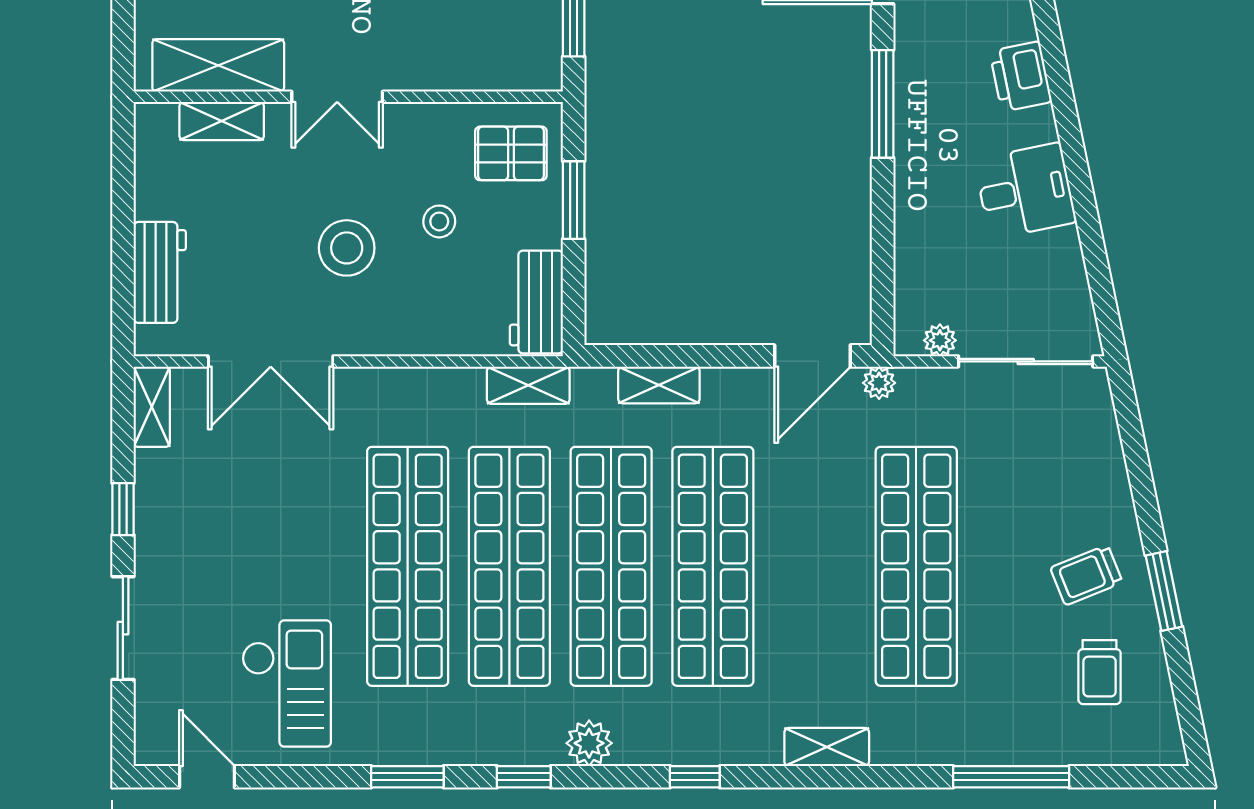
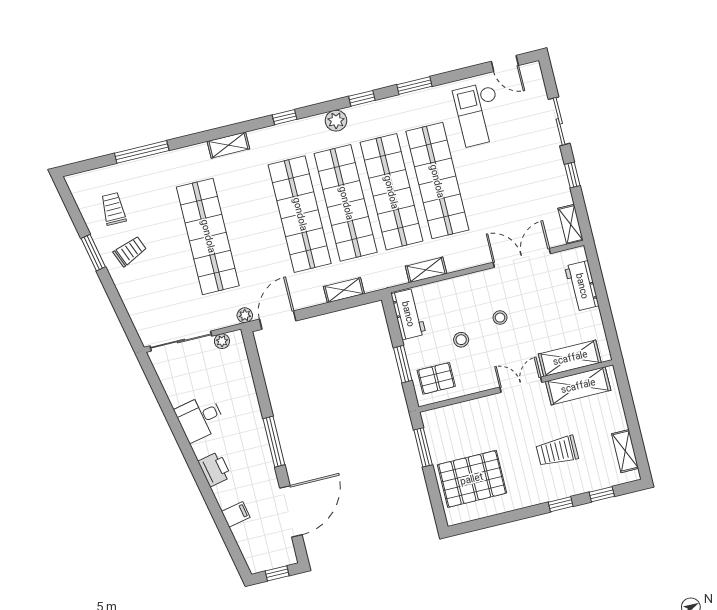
shelving: (222, 121) -> (570, 358), width x1.50, depth x1.33
stool: (347, 248) -> (500, 318), width x0.53, depth x0.53
shelving: (528, 385) -> (426, 270), moved

